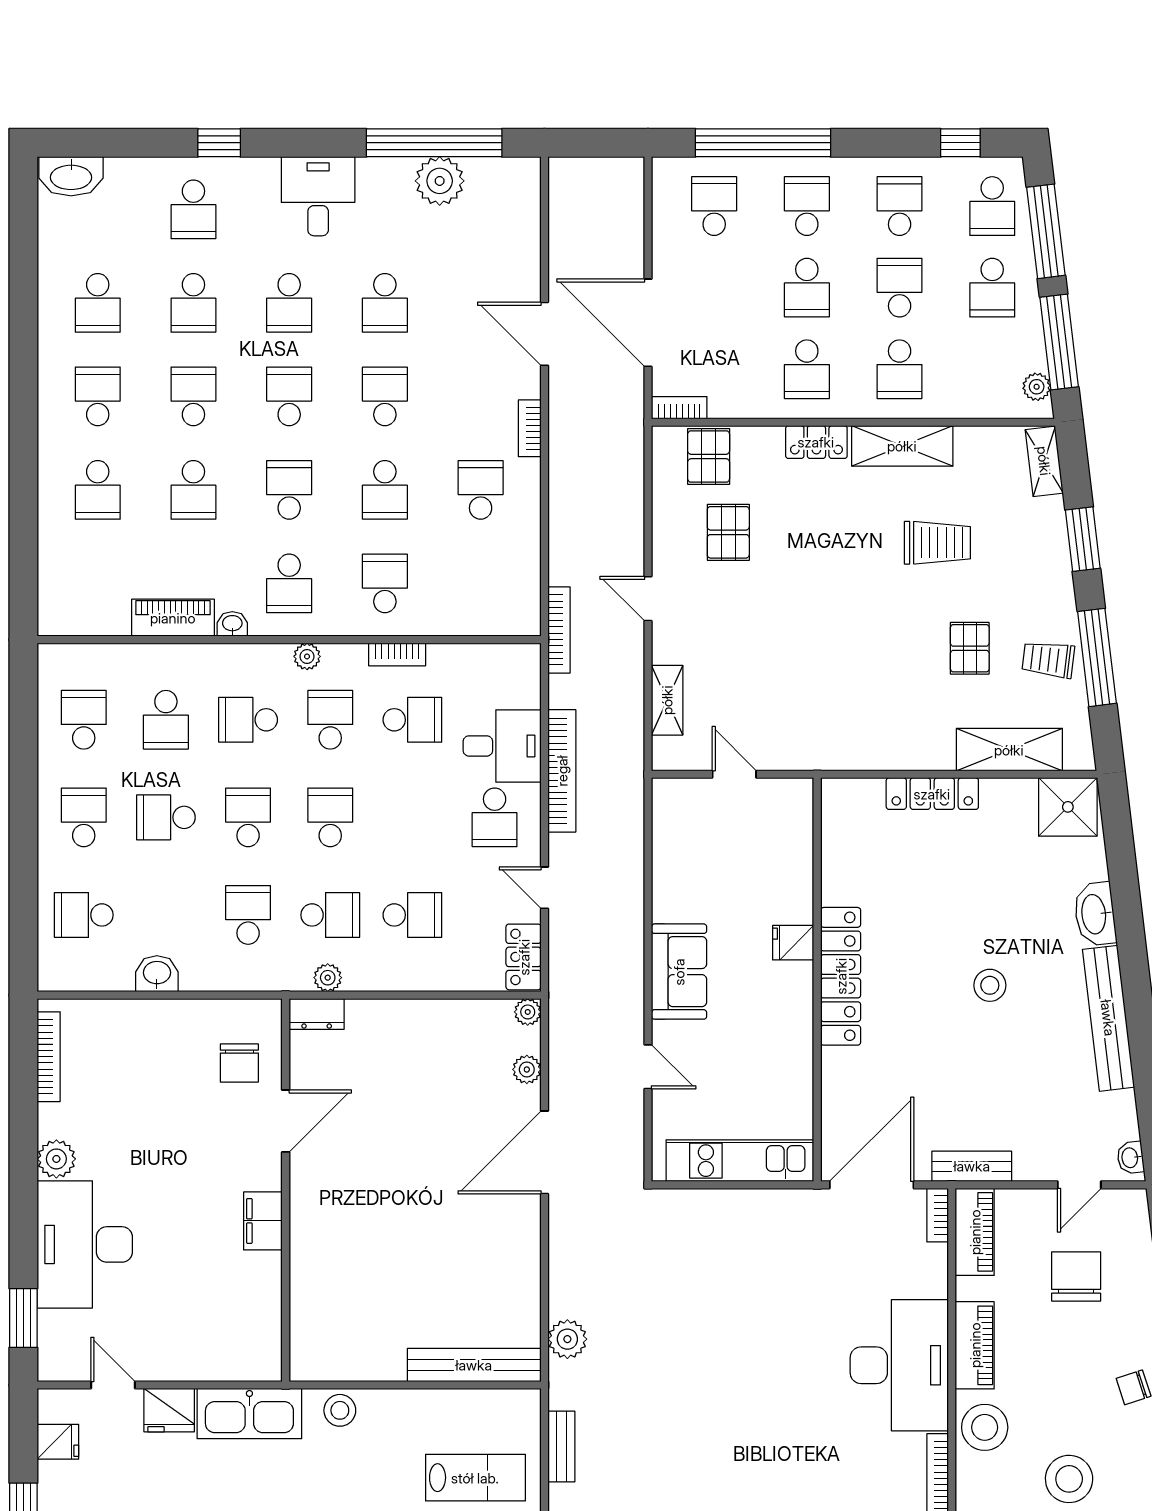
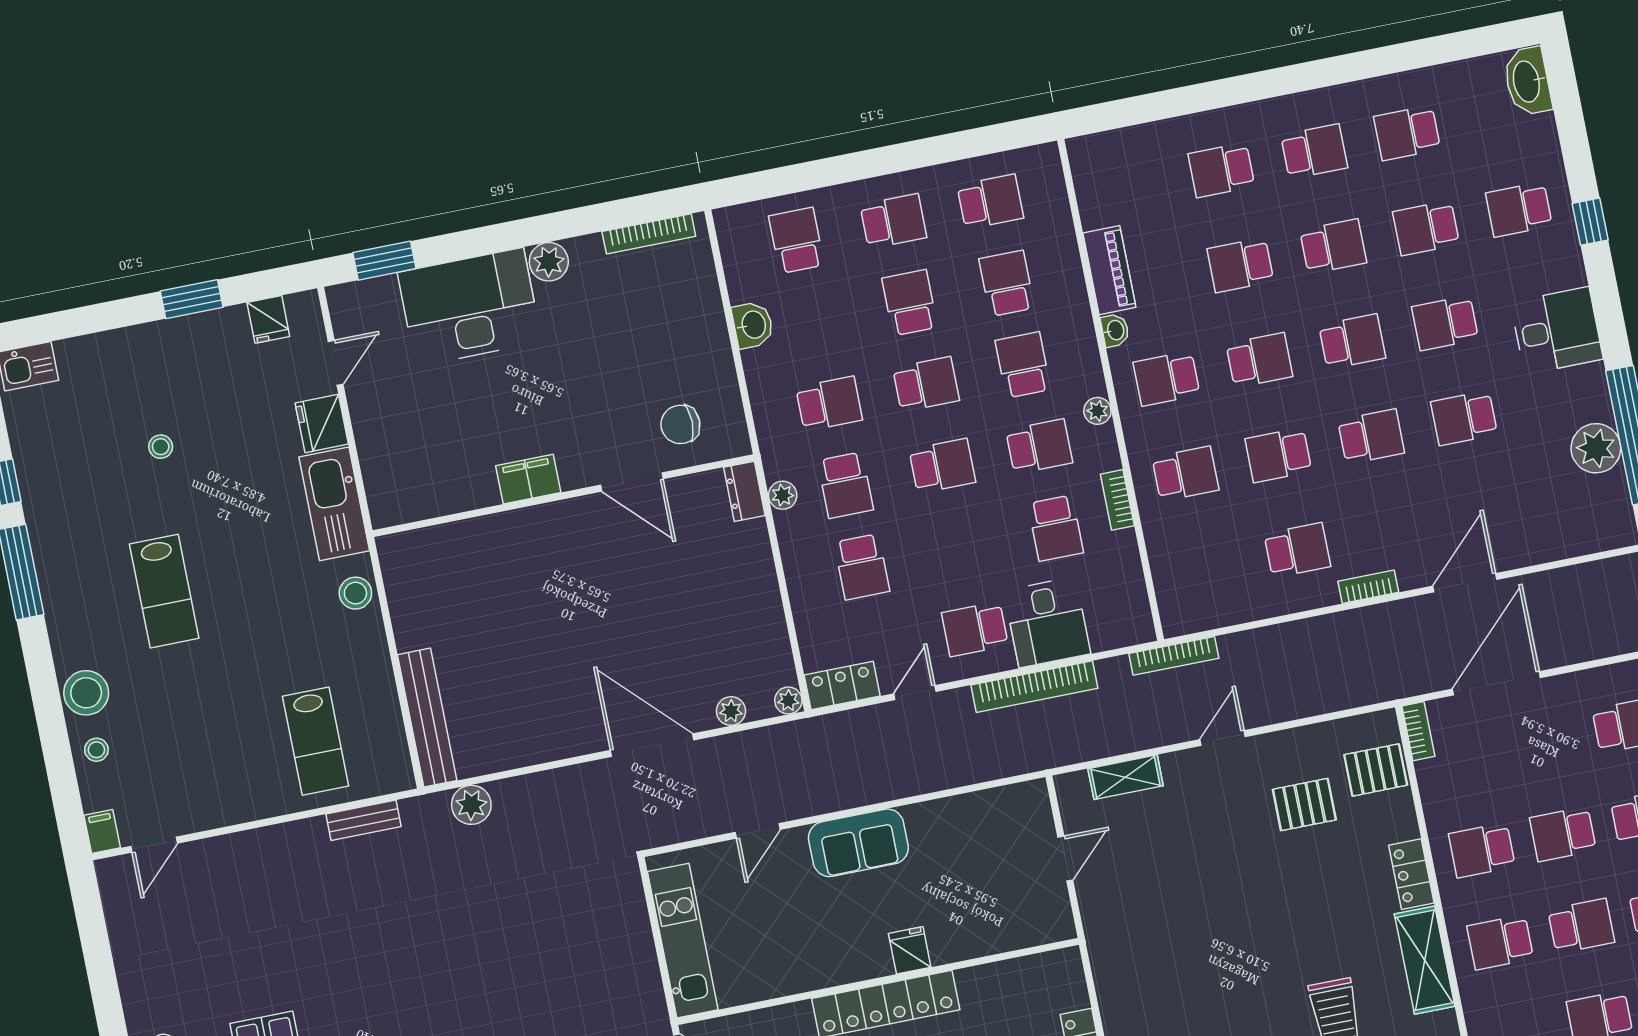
school desk: (166, 720) -> (1007, 283), turned 90

